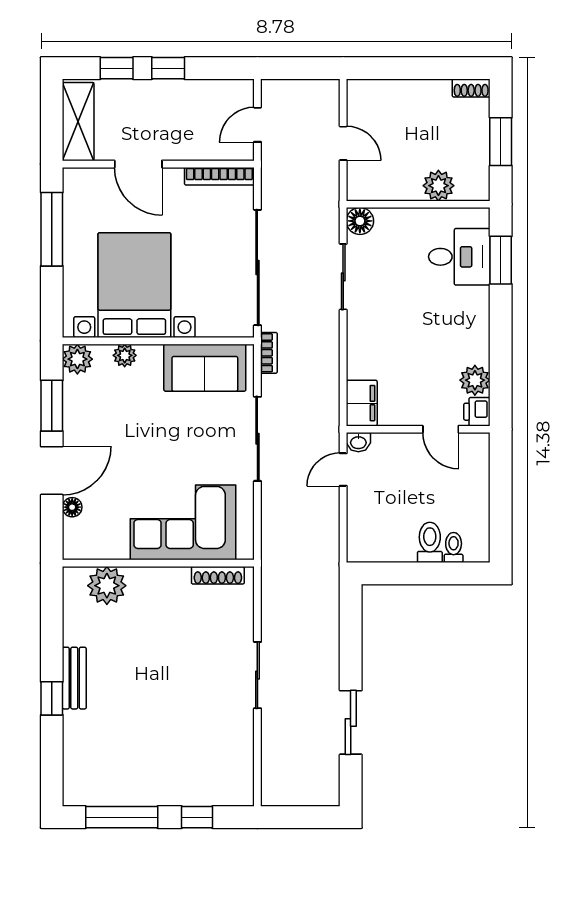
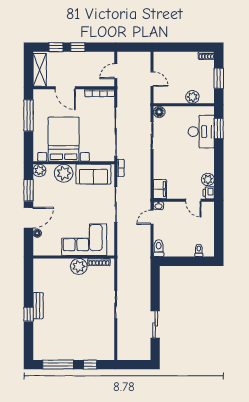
desk: (459, 257) -> (201, 132), width x1.37
plant: (125, 355) -> (64, 173), width x1.88, depth x1.88
toilet: (430, 542) -> (159, 248), moved
plant: (107, 586) -> (79, 266), moved

